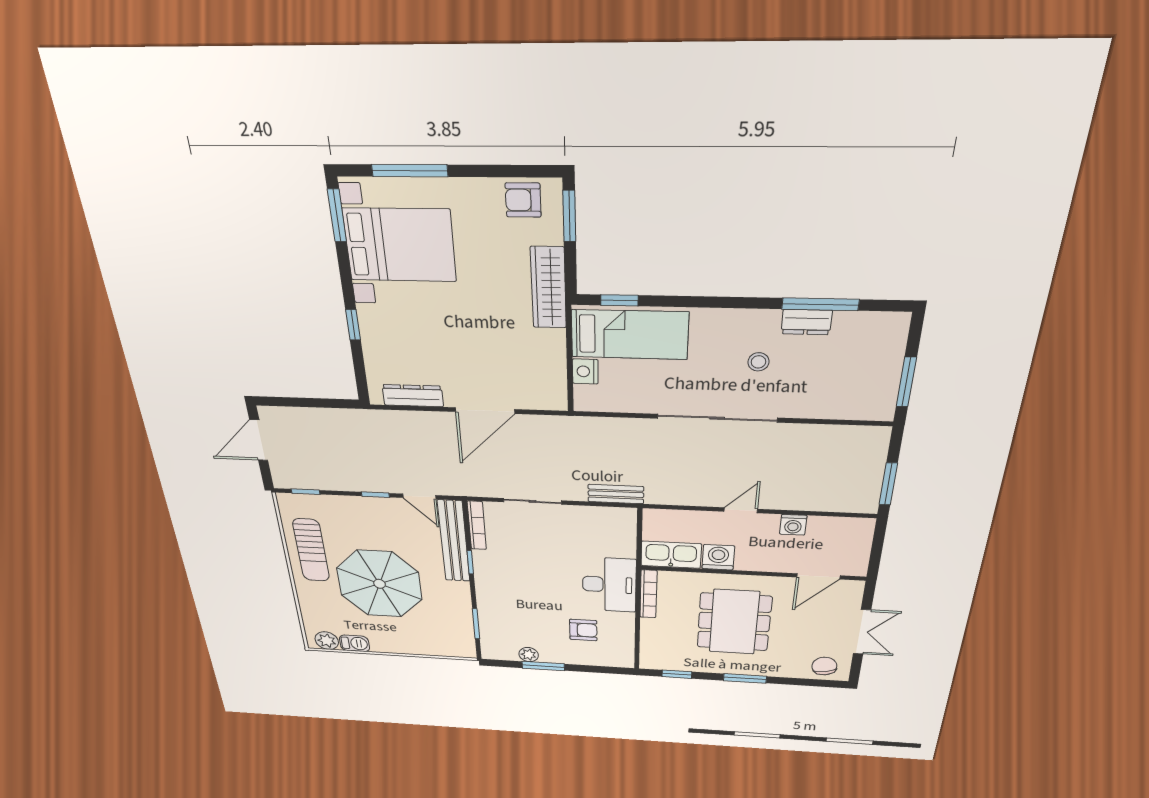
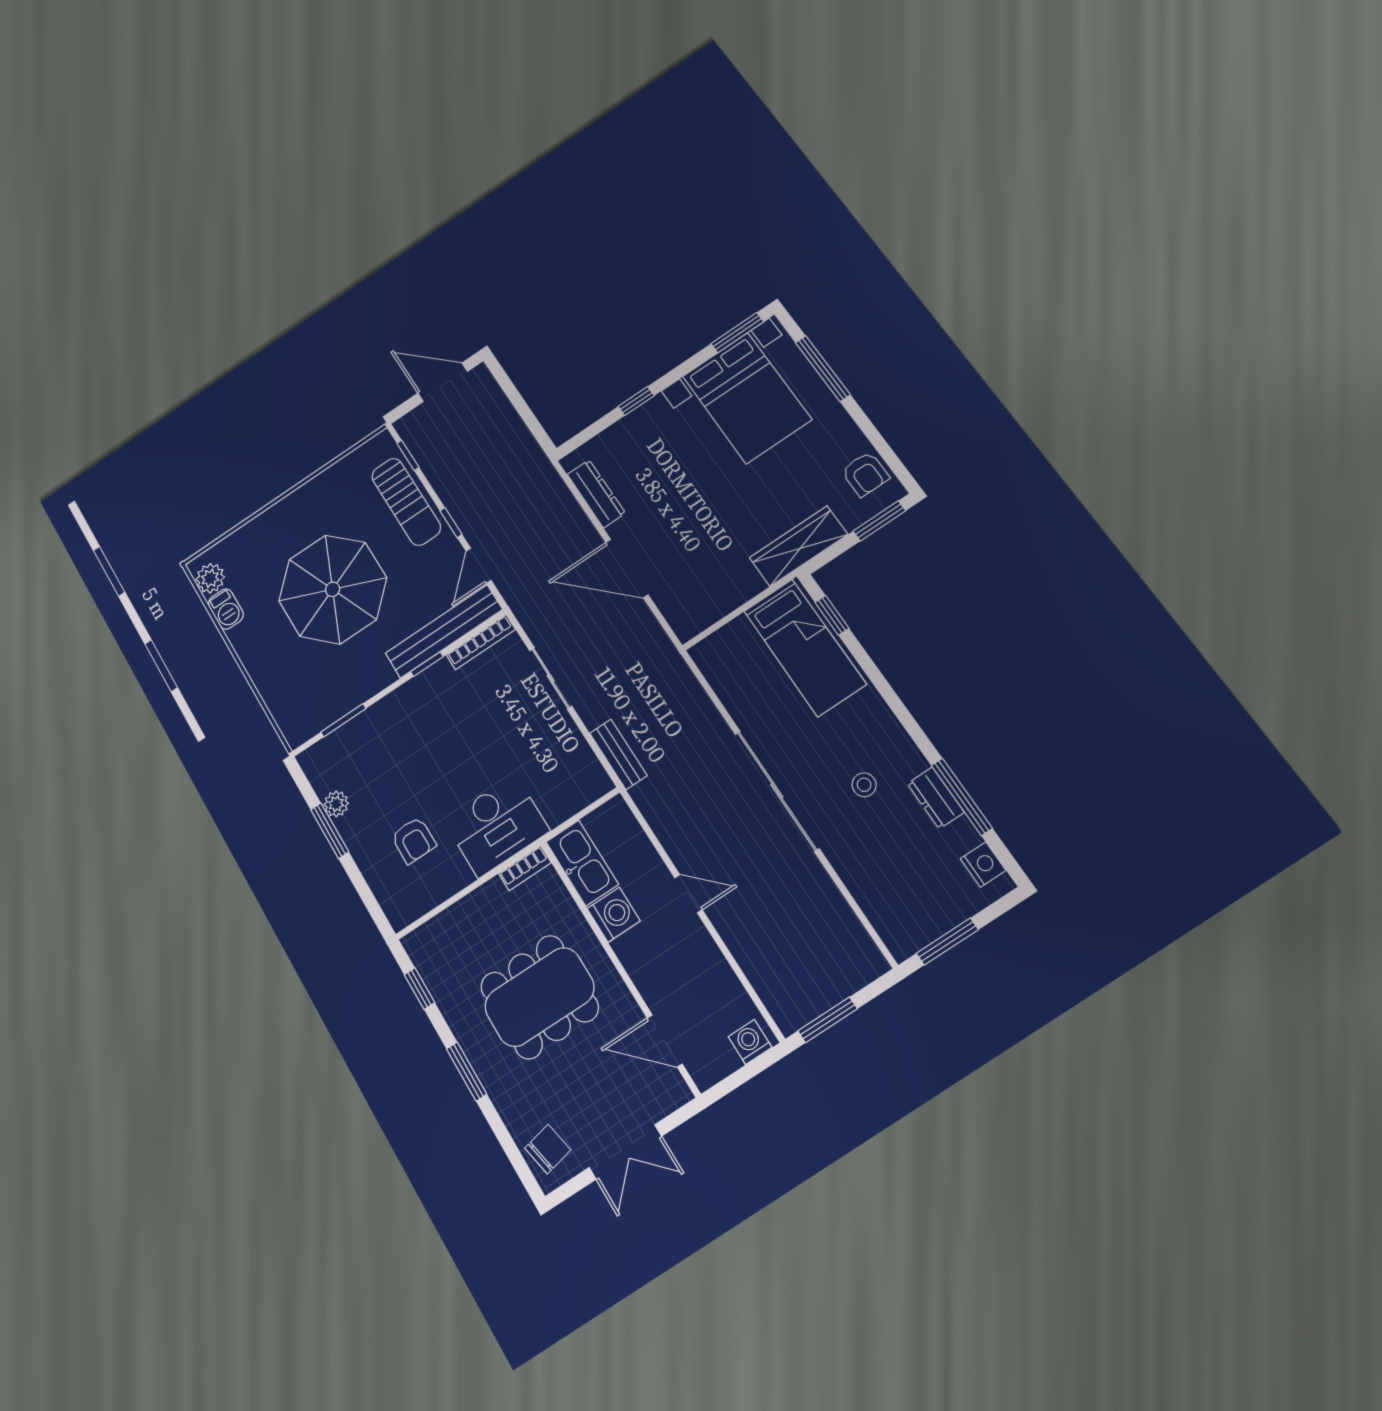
armchair: (523, 200) -> (865, 474), turned 180
nightstand: (585, 371) -> (983, 865), moved, turned 90
washing machine: (793, 525) -> (750, 1042), moved, turned 90
sun lounger: (311, 550) -> (406, 502), moved, turned -90
bookcase: (648, 594) -> (525, 868), width x0.64

